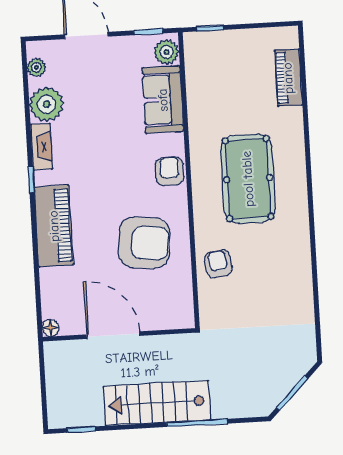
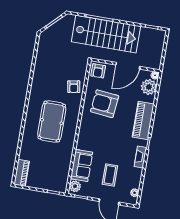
piano: (288, 78) -> (22, 173), moved
coffee table: (98, 93) -> (110, 175), added
plant: (46, 104) -> (149, 87), moved
armchair: (170, 171) -> (98, 71), moved
door: (113, 335) -> (128, 66), hinge flipped
stairs: (157, 403) -> (106, 34), width x1.36, depth x1.51

